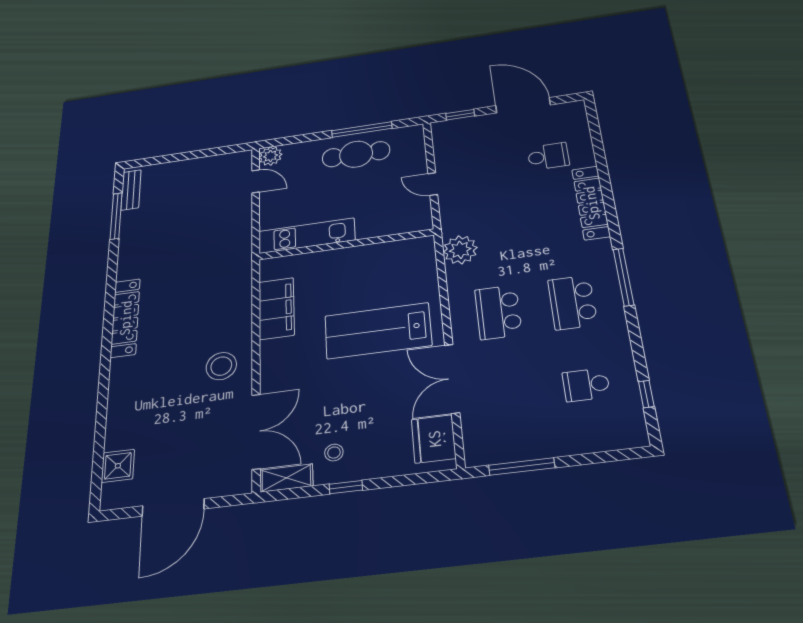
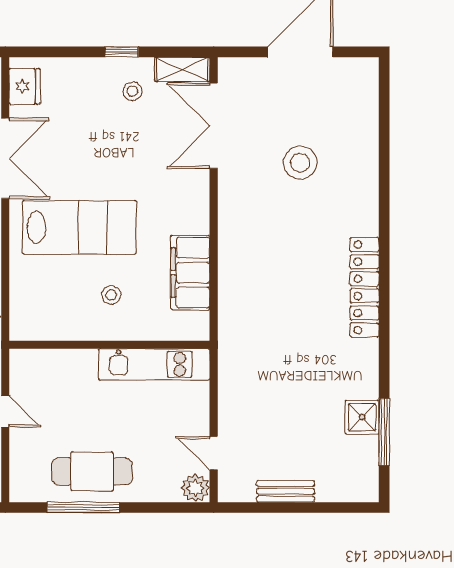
bench: (131, 190) -> (286, 491), moved, turned 90
stool: (346, 282) -> (111, 295), added
stool: (221, 366) -> (300, 163), moved
fridge: (434, 439) -> (25, 86), width x0.73, depth x0.75
shower: (118, 466) -> (362, 417), moved

